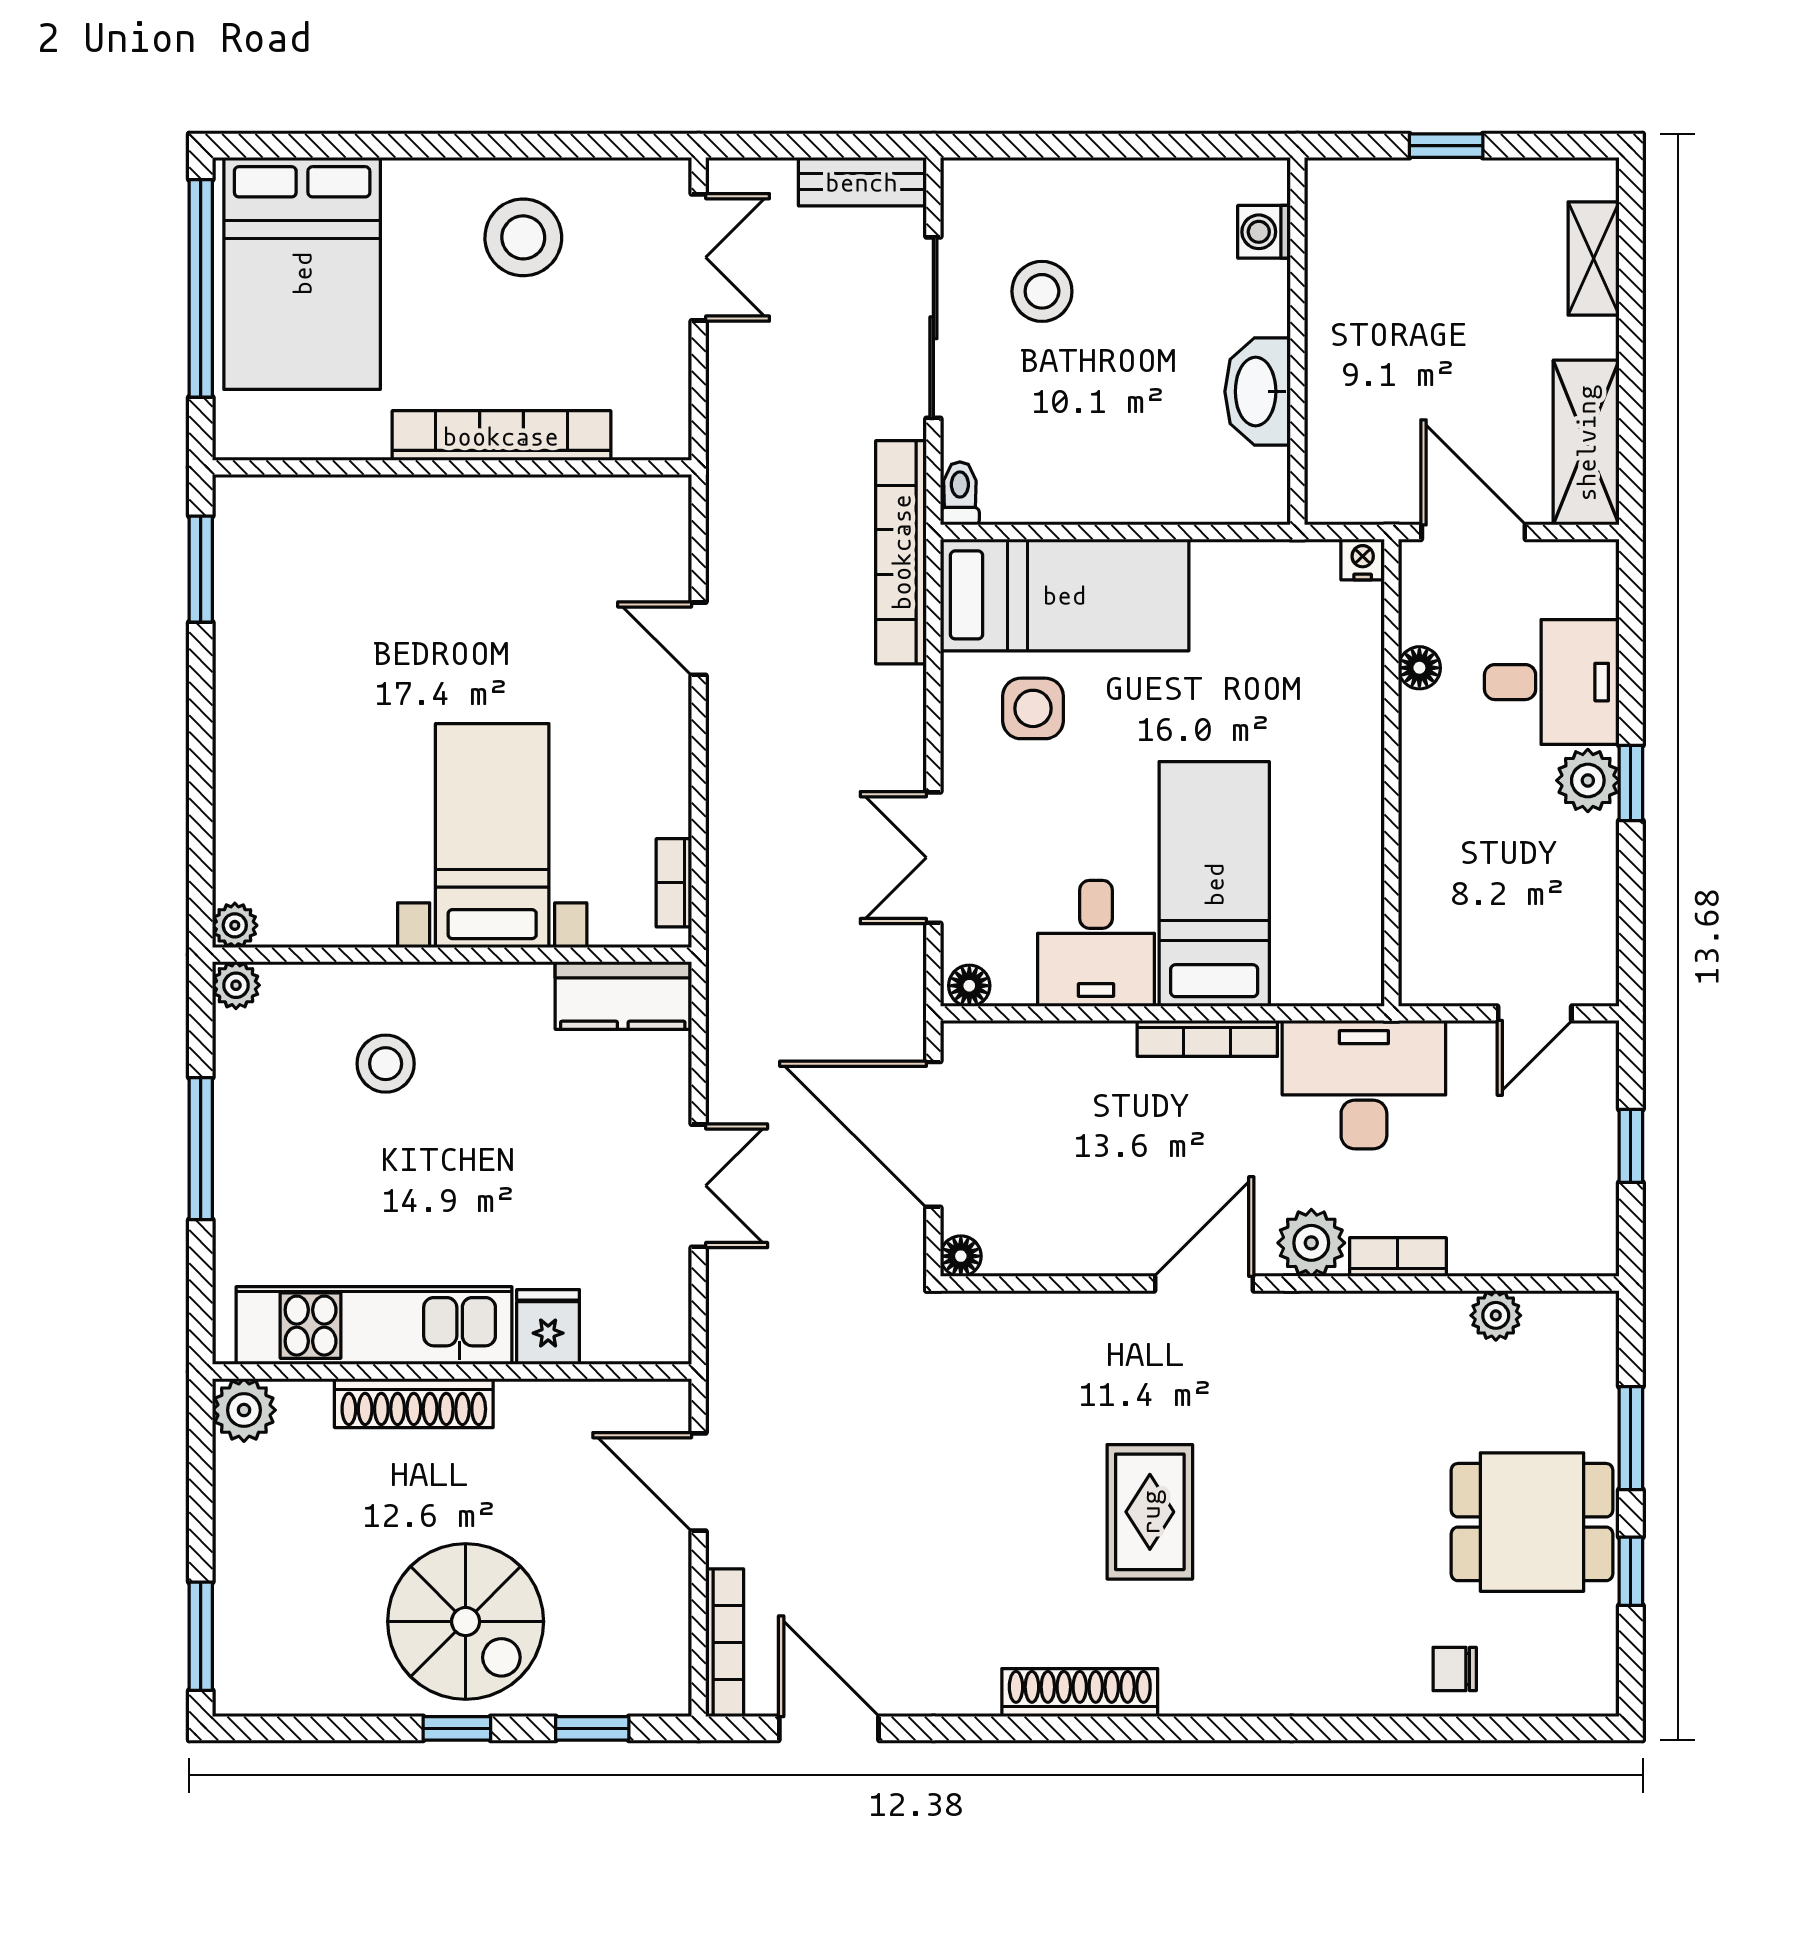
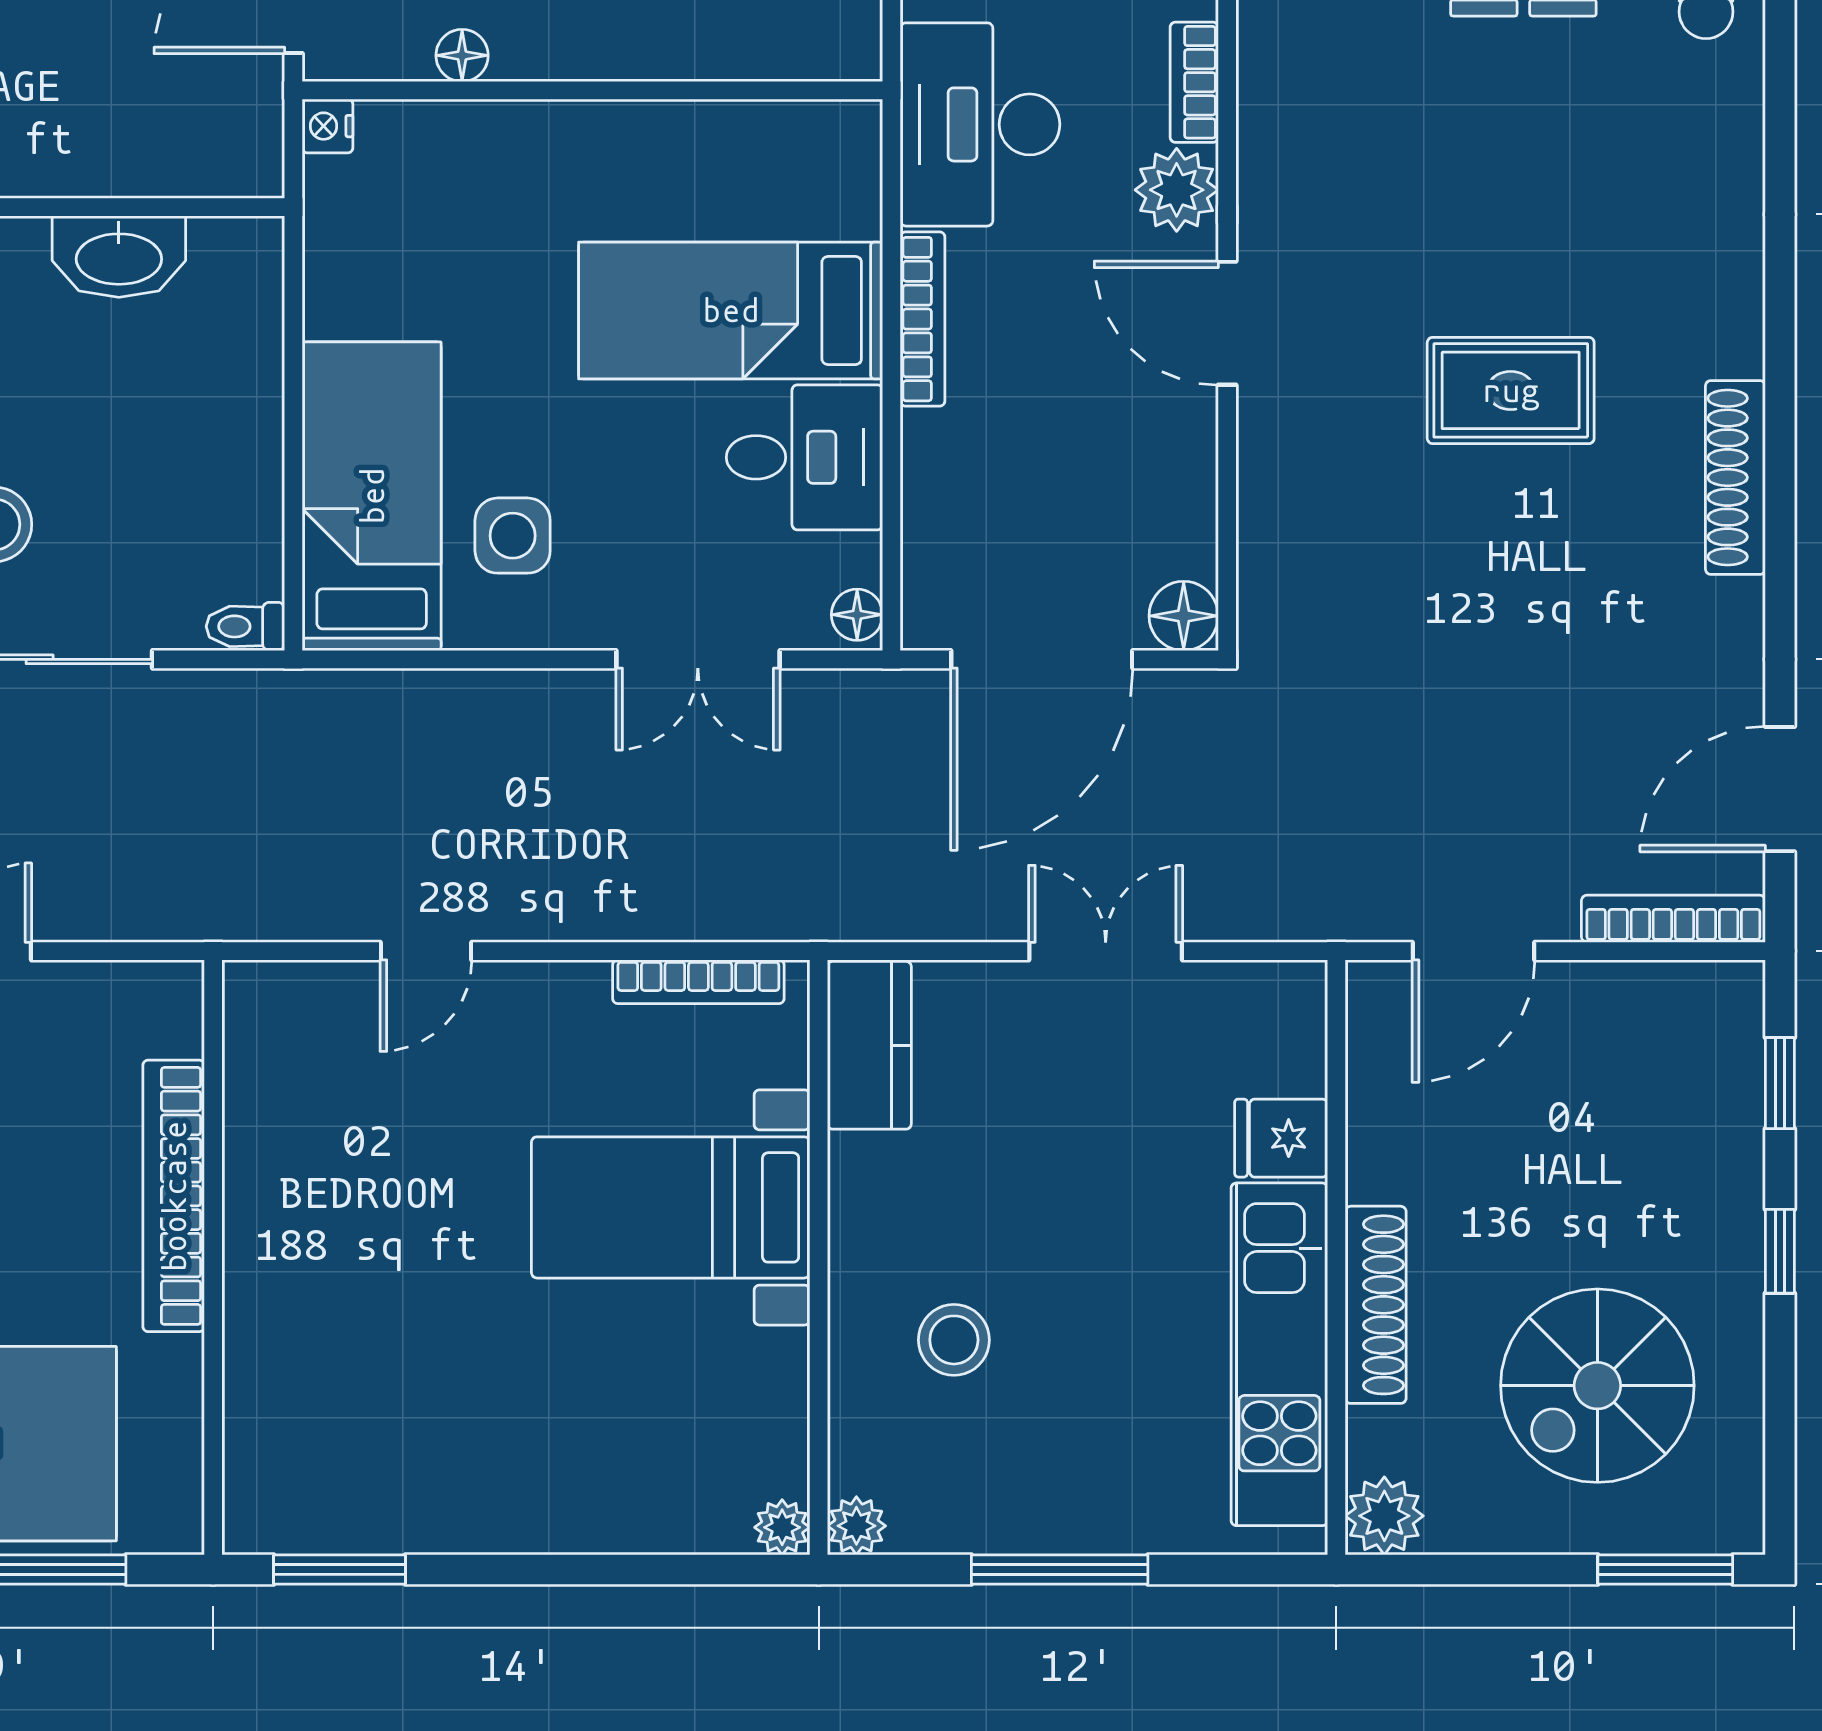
bookcase: (901, 552) -> (319, 700), removed
bookcase: (674, 883) -> (698, 982), width x1.56
floor lamp: (961, 1256) -> (1184, 616), width x1.37, depth x1.37
spiral stairs: (466, 1622) -> (1597, 1386), moved, turned 180

